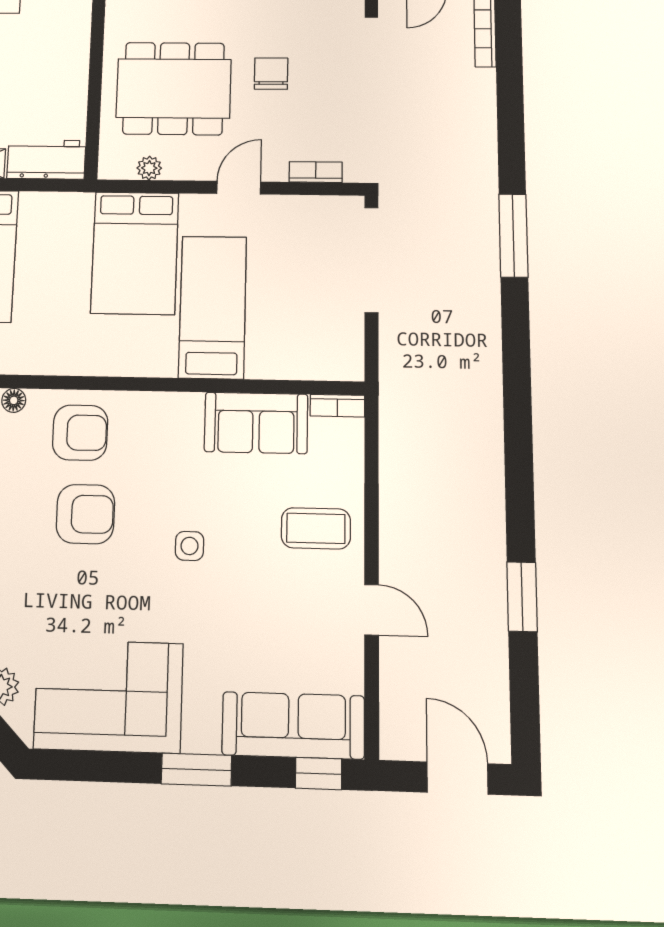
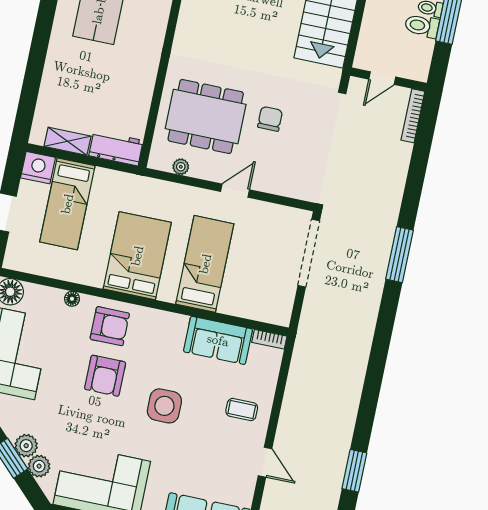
bookcase: (316, 172) -> (285, 190), removed
bed: (135, 253) -> (137, 256), moved, turned 180
armchair: (85, 514) -> (105, 376), turned 90
coffee table: (316, 528) -> (242, 409), width x0.73, depth x0.77
side table: (189, 546) -> (164, 406), width x1.87, depth x1.87

